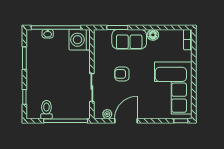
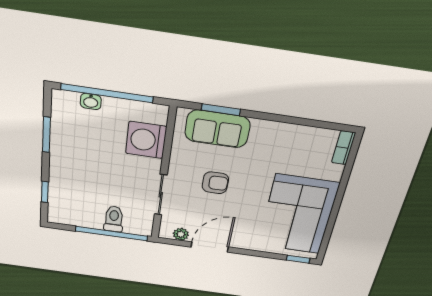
floor lamp: (153, 35) -> (283, 131), removed
sofa: (129, 39) -> (217, 129), moved
washing machine: (80, 40) -> (146, 140), moved
armchair: (122, 74) -> (215, 183), turned 180
toilet: (46, 110) -> (114, 219), moved

